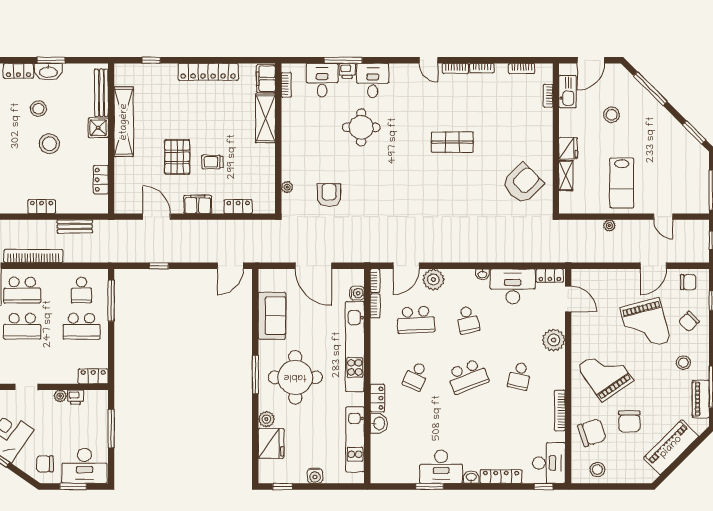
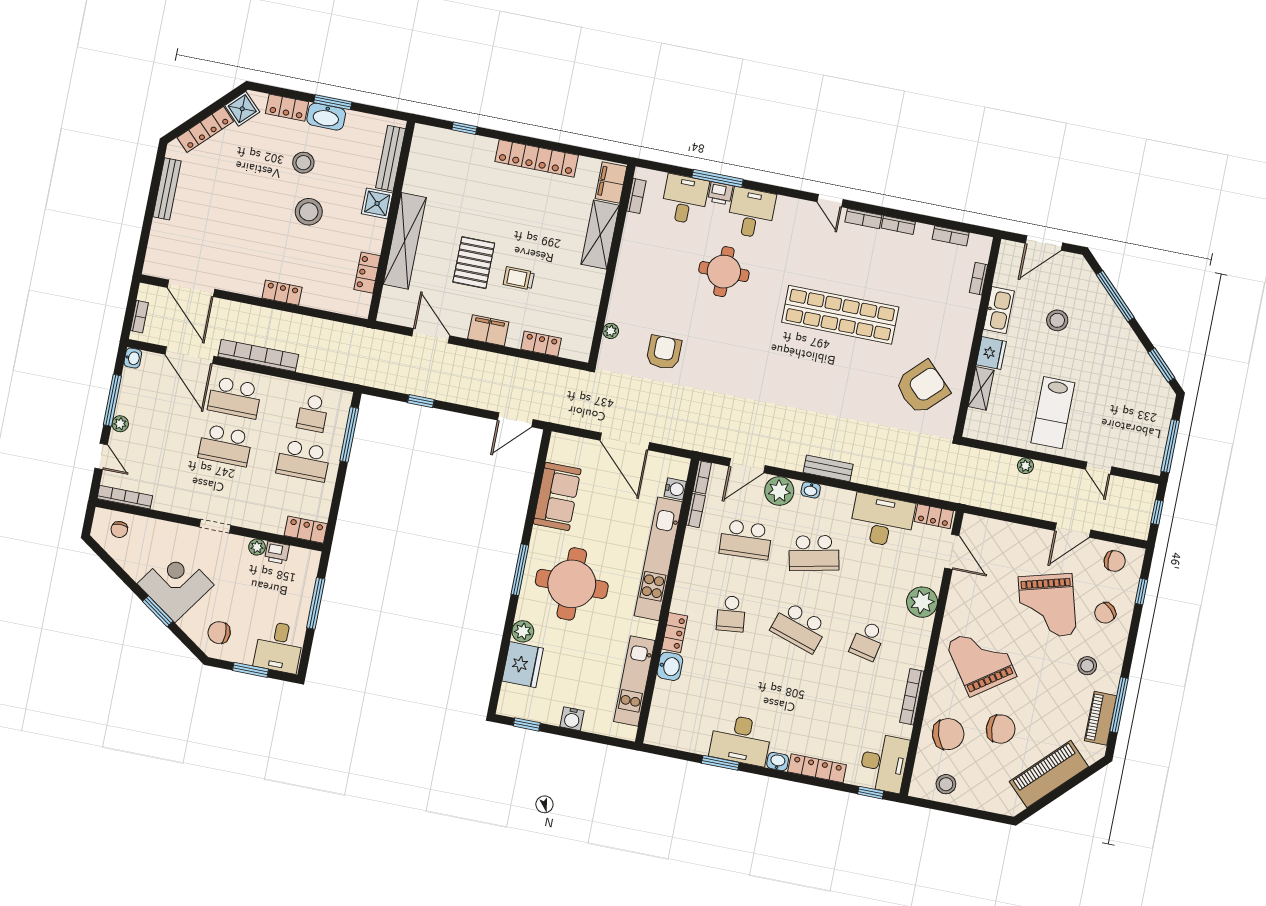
kitchen sink: (567, 92) -> (999, 310), moved
shelving: (124, 122) -> (405, 241), moved
shop shelf: (452, 142) -> (840, 315), width x2.00, depth x1.36
bench: (75, 226) -> (828, 468), moved
washbasin: (482, 274) -> (811, 490), moved
school desk: (468, 320) -> (814, 553), width x1.85
school desk: (416, 376) -> (731, 614), turned -30
school desk: (468, 376) -> (799, 627), turned 39
chair: (629, 421) -> (1001, 729), turned -93
desk: (84, 466) -> (279, 647), width x0.73

